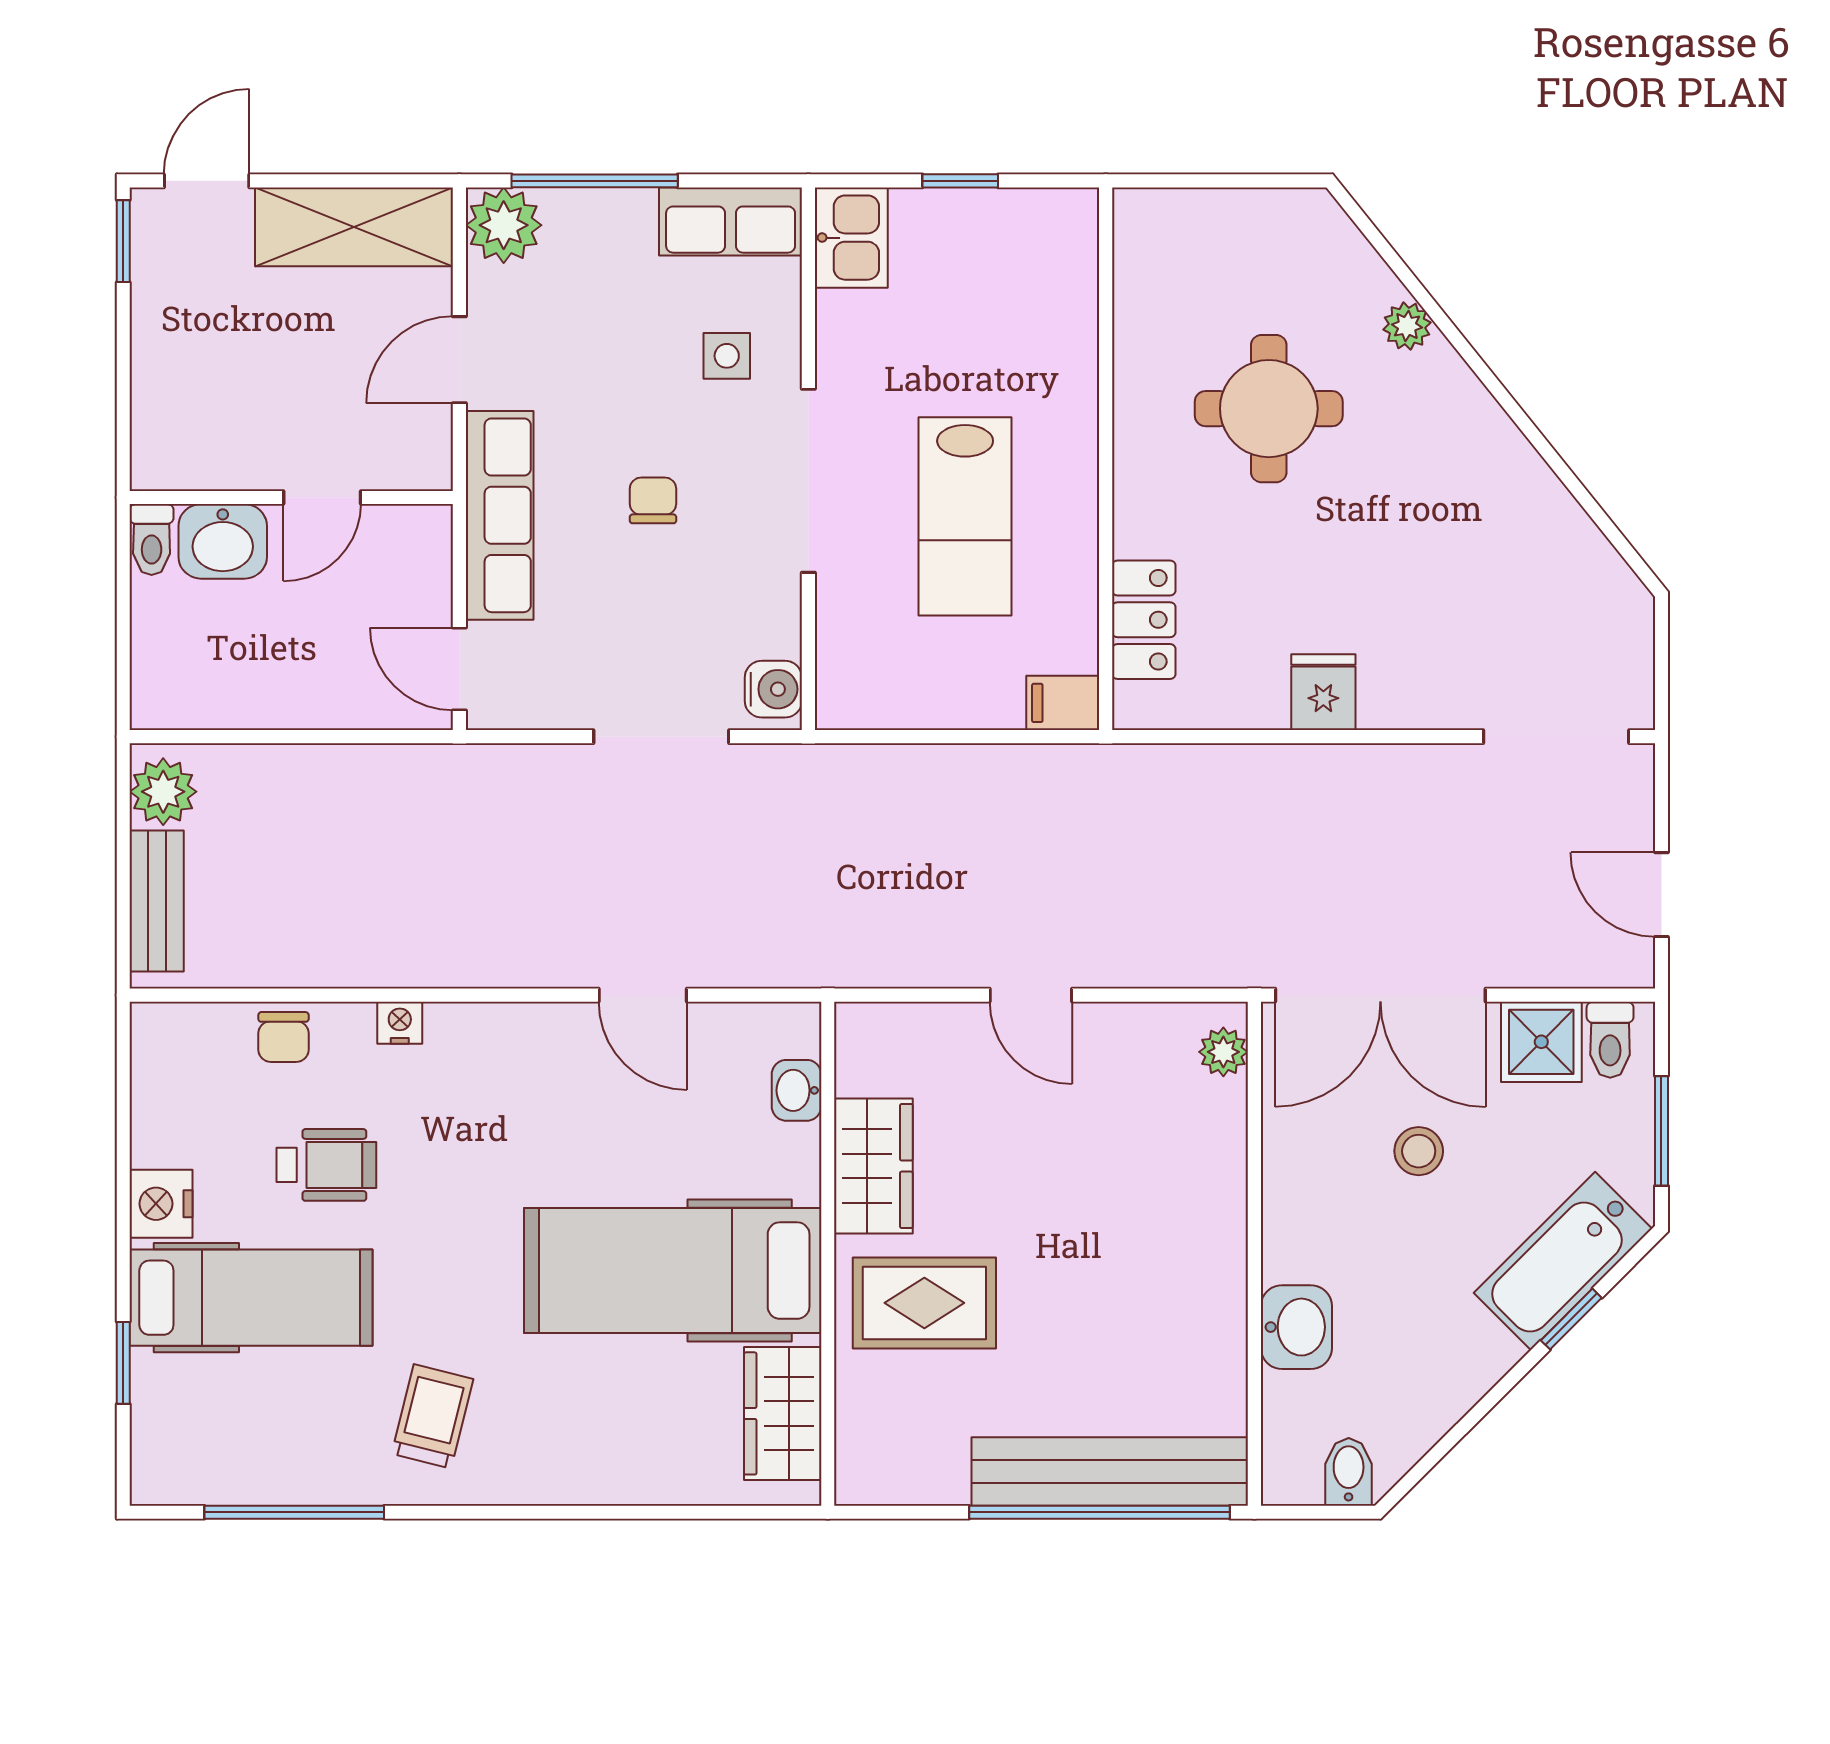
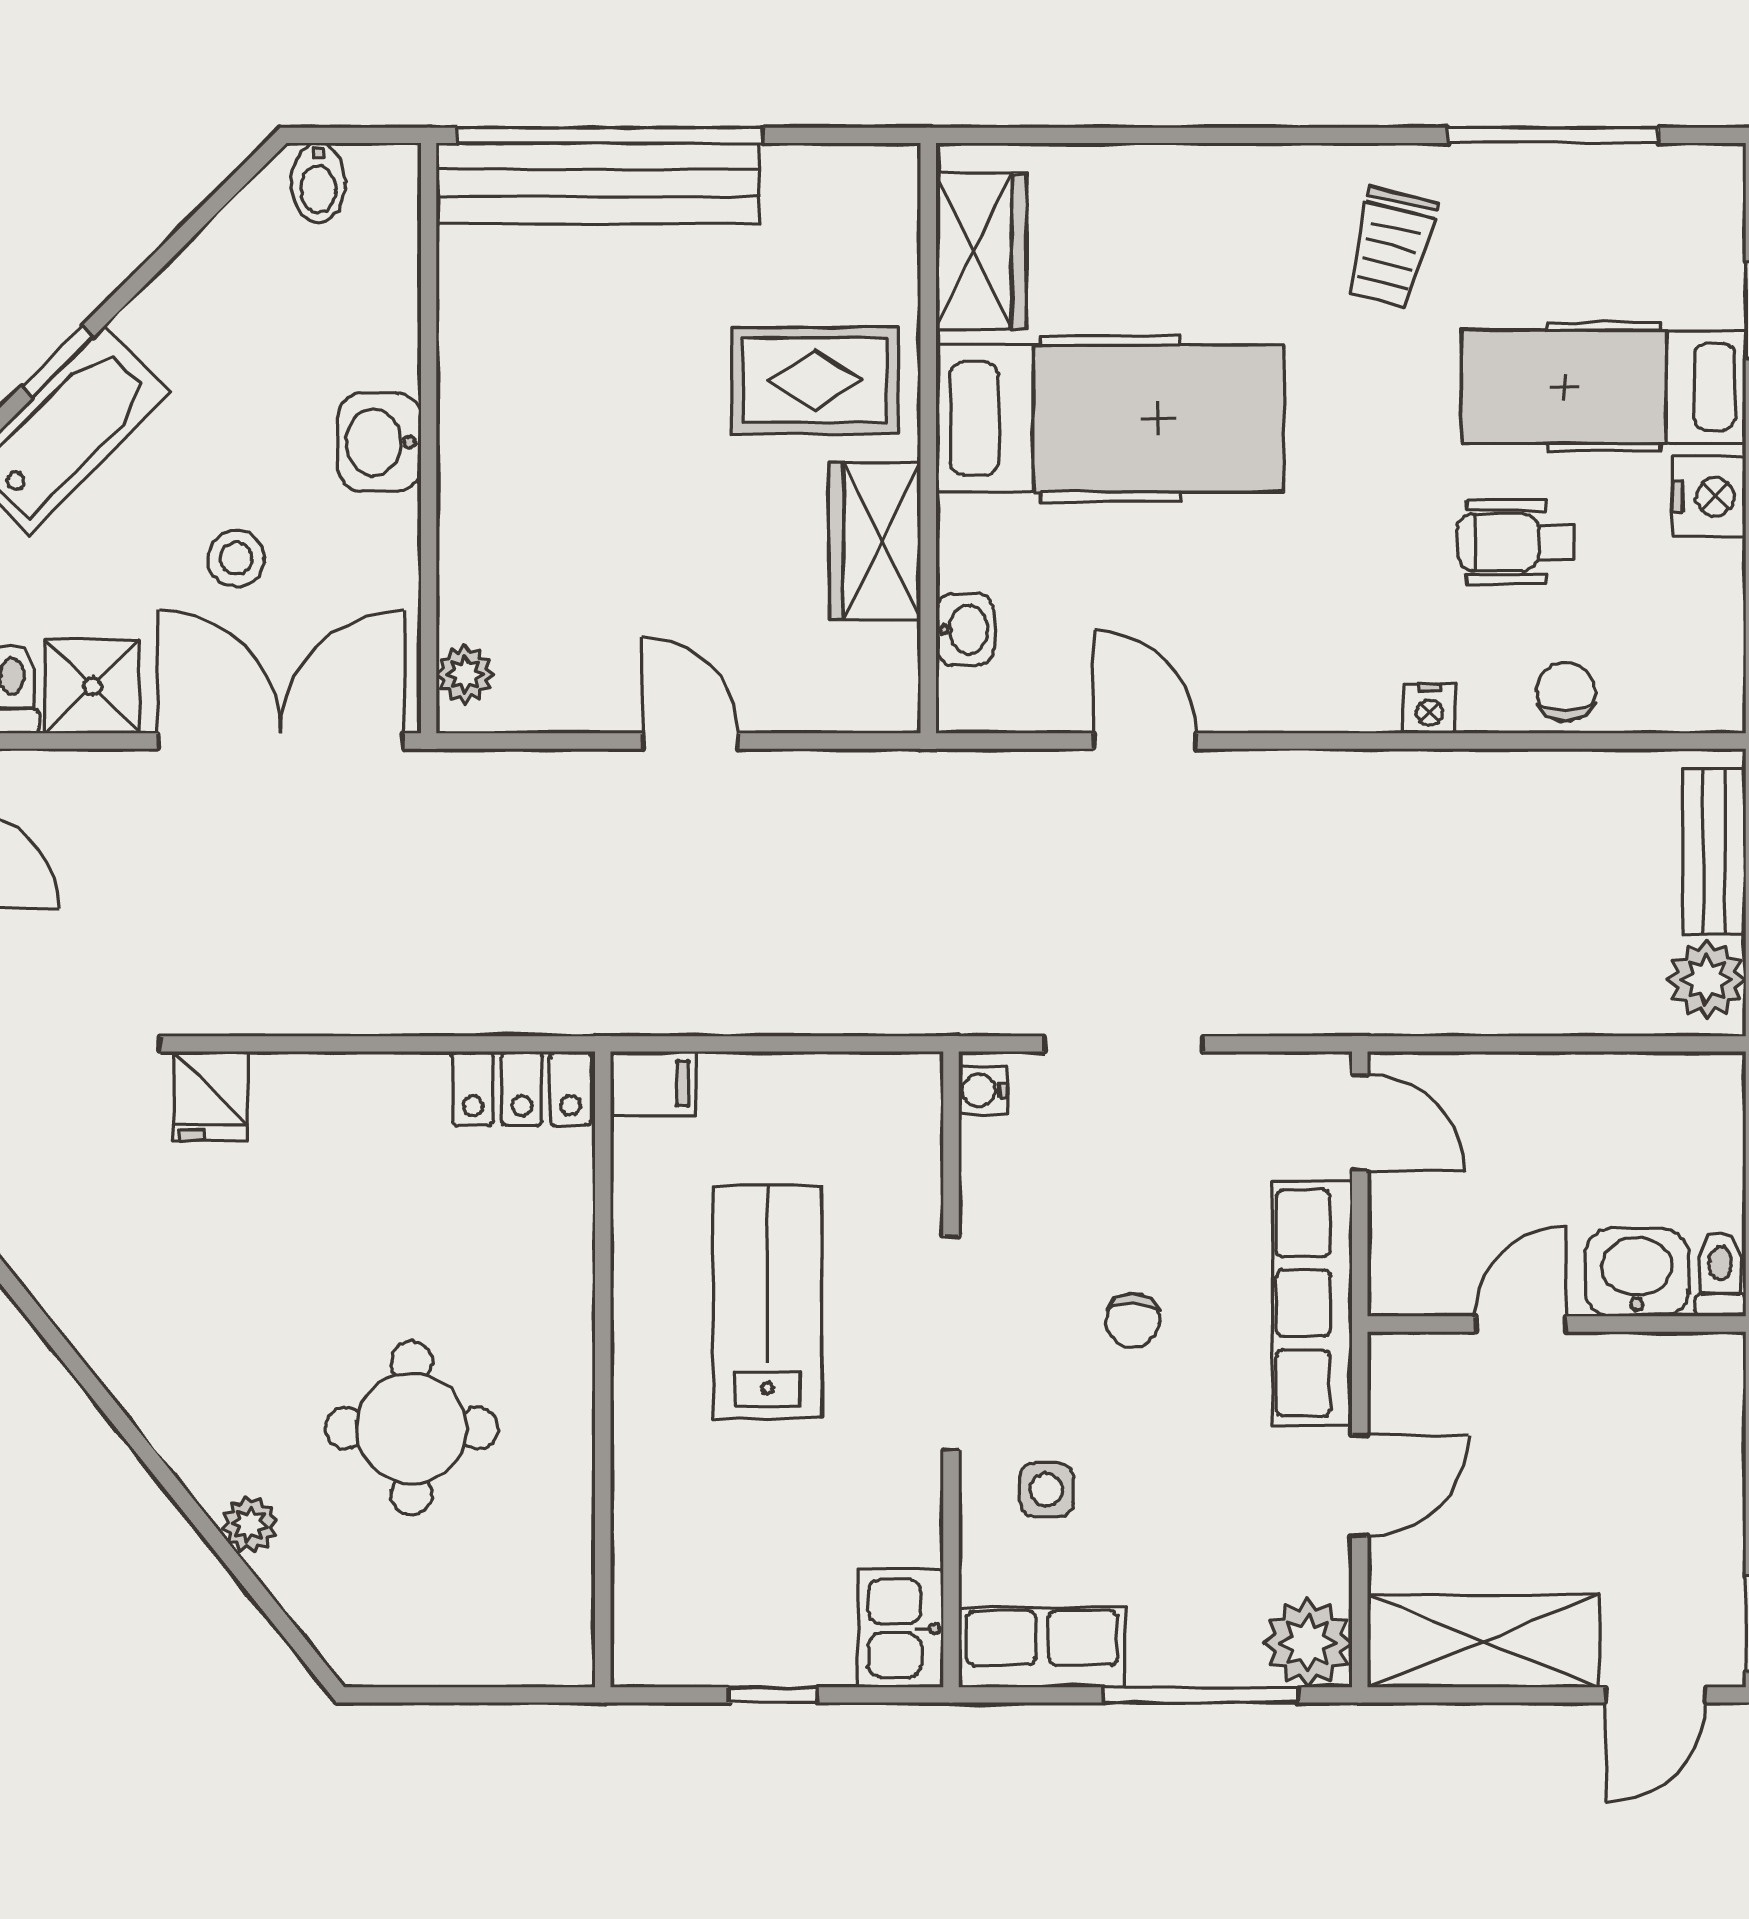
locker: (1144, 620) -> (522, 1088), moved, turned -90
water cooler: (773, 689) -> (983, 1090), width x0.72, depth x0.72
fridge: (1323, 692) -> (211, 1096), moved
washbasin: (1296, 1327) -> (379, 442), moved

